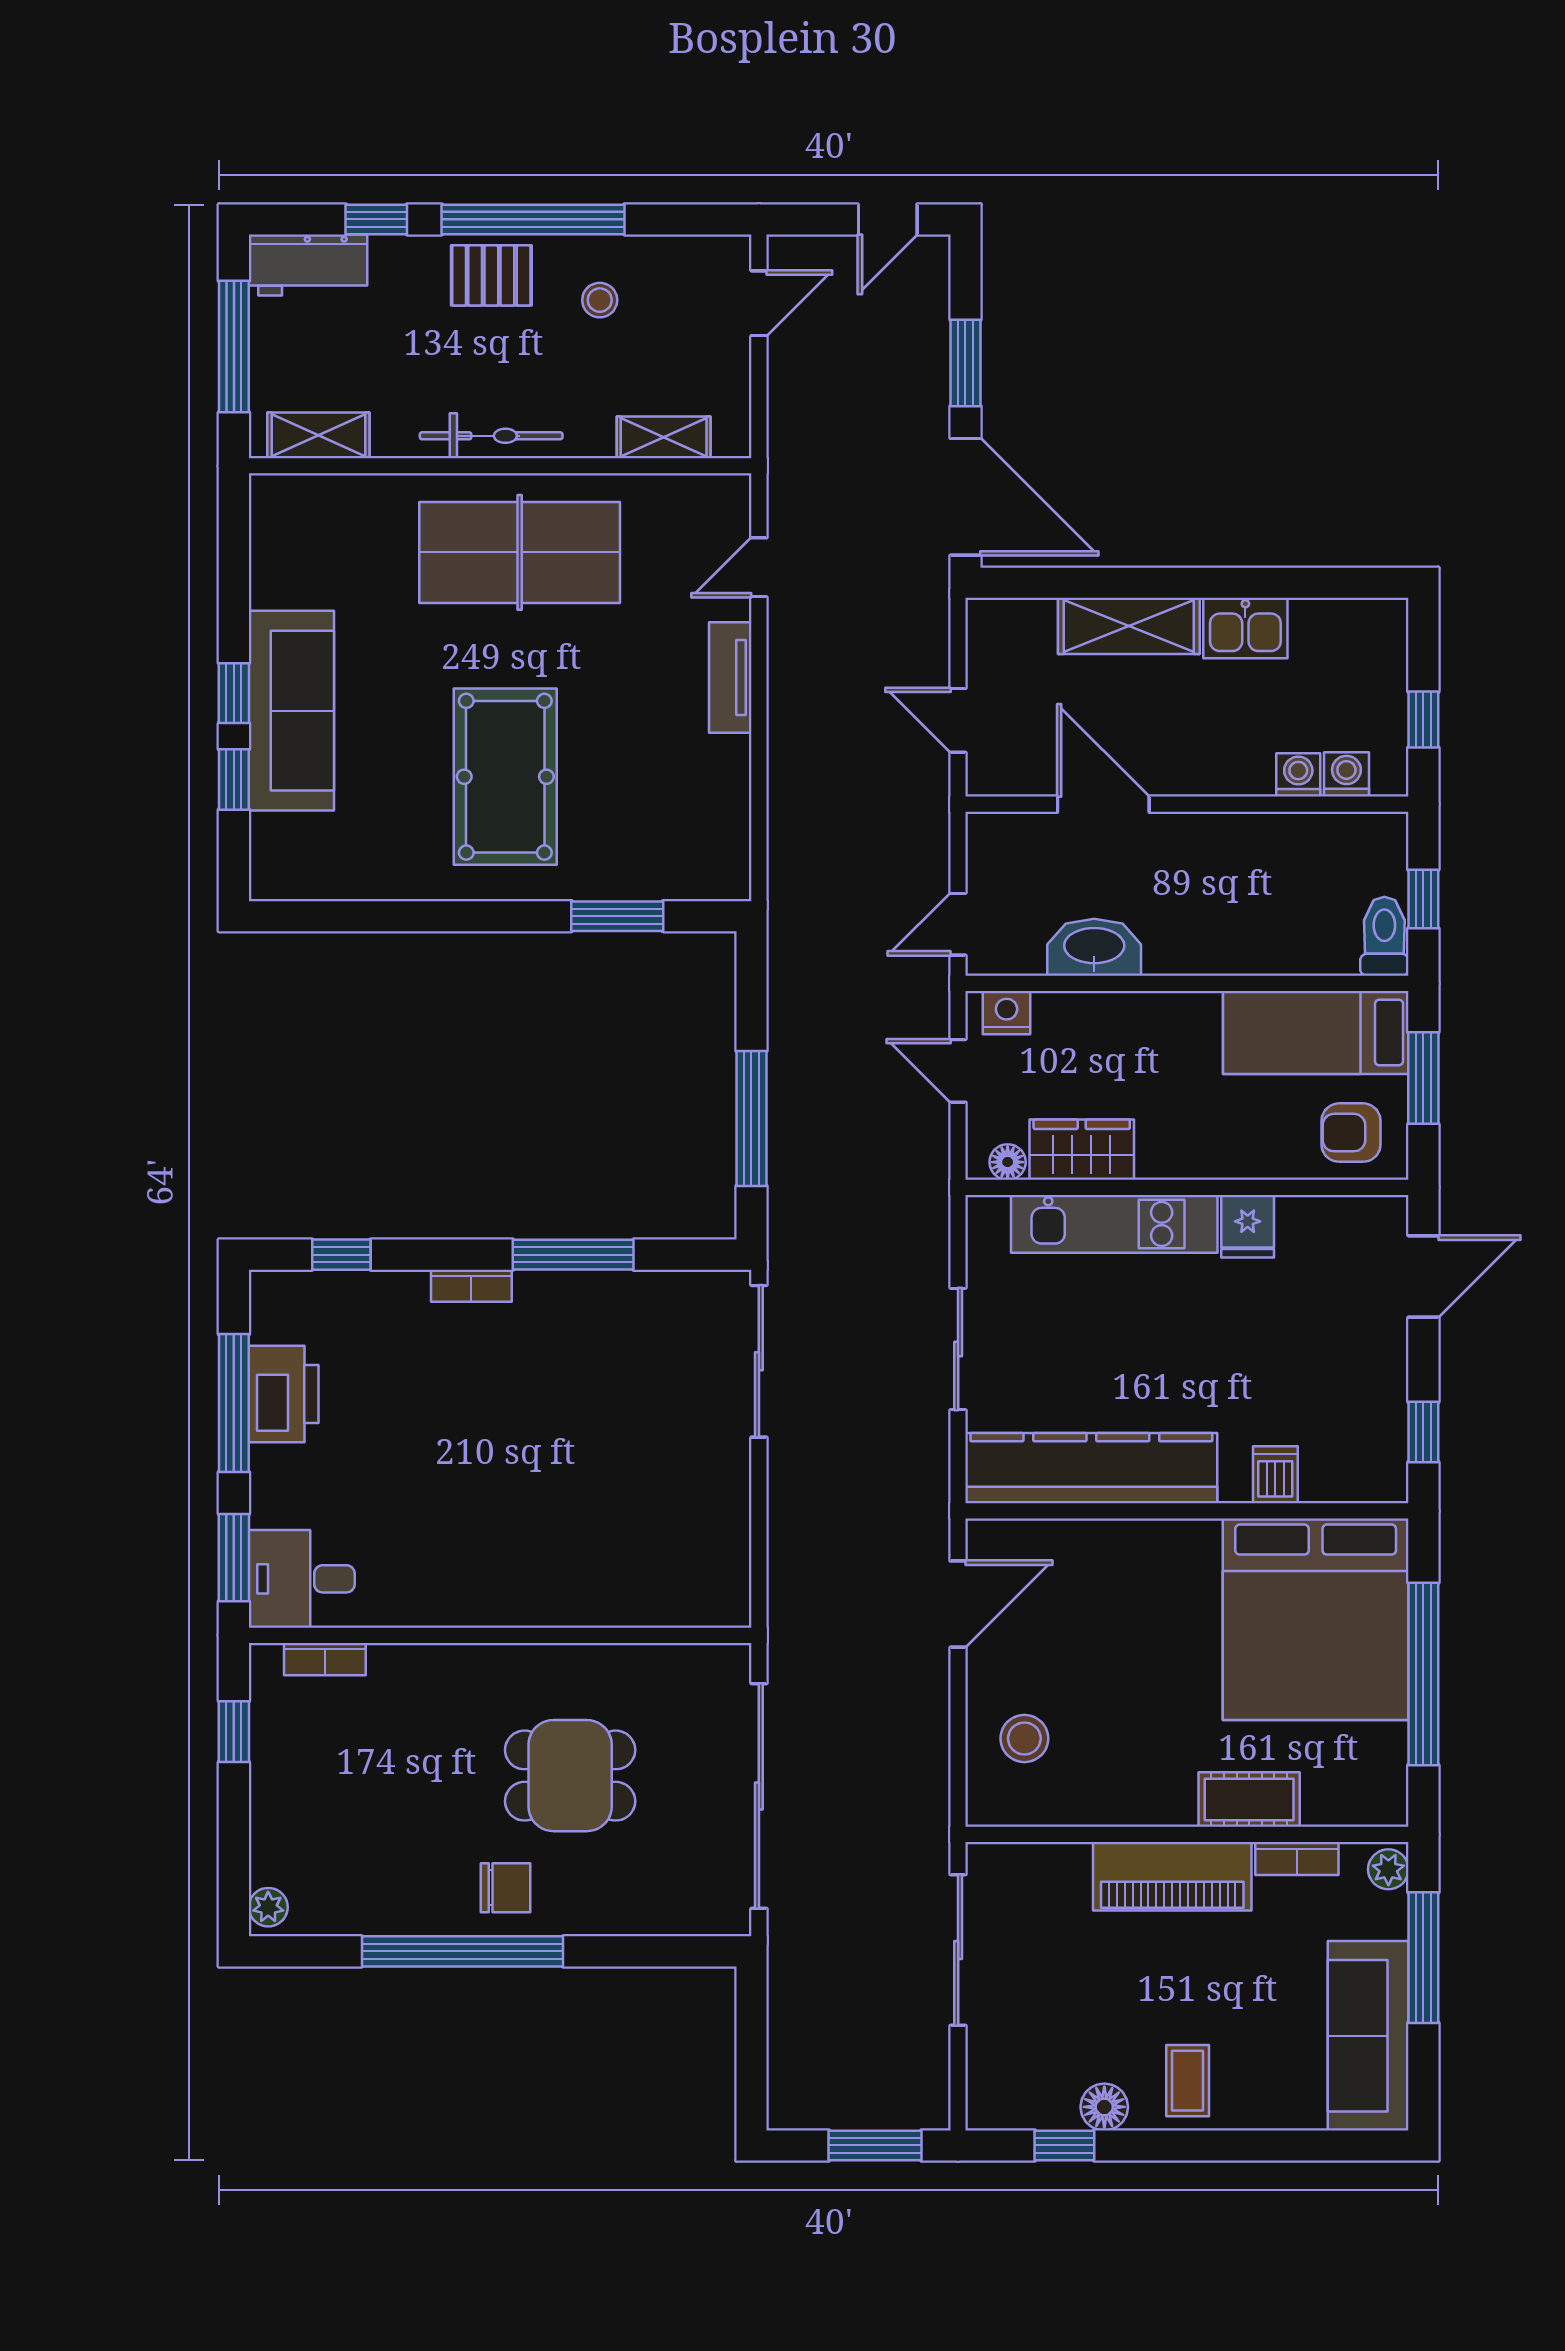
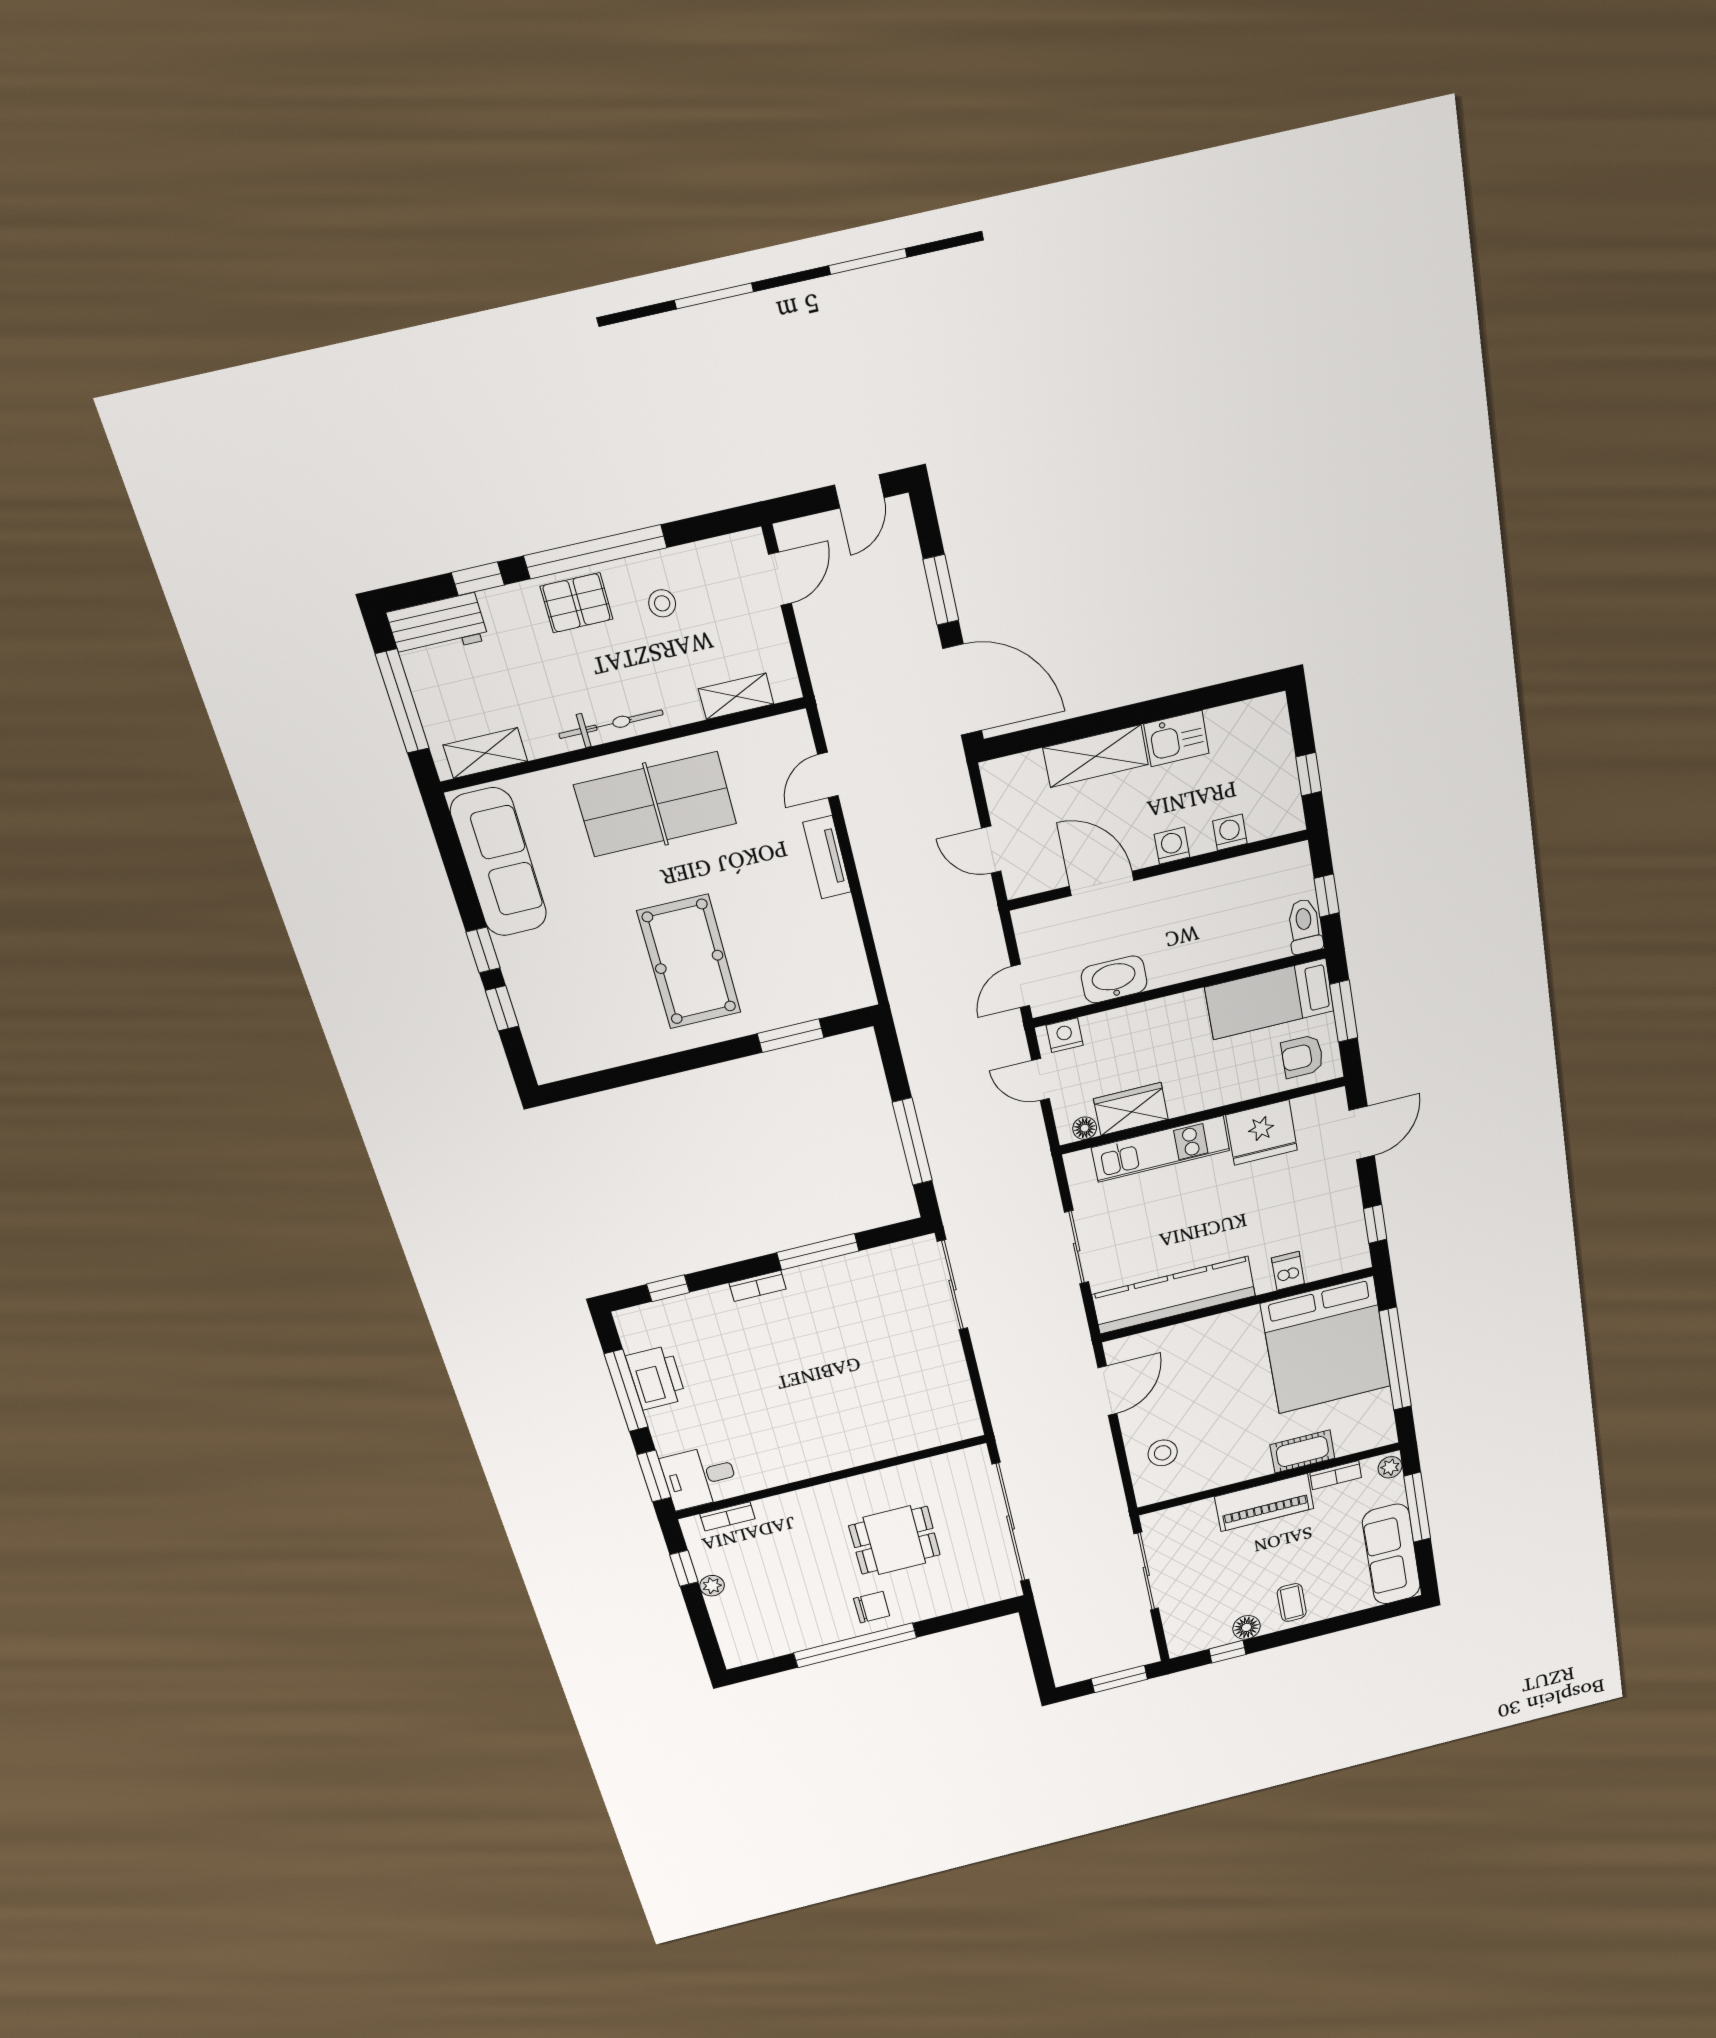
sofa: (291, 711) -> (499, 862), moved
washing machine: (1346, 774) -> (1172, 846), moved
fridge: (1248, 1226) -> (1262, 1133), width x1.88, depth x1.34
plant: (268, 1907) -> (712, 1586), moved

